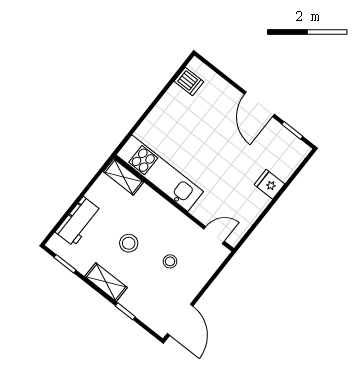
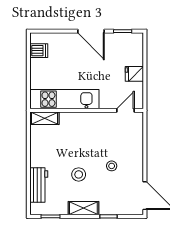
kitchen unit: (160, 173) -> (64, 99), moved
shelving: (123, 177) -> (45, 118), moved
wall: (174, 203) -> (87, 110), moved
door: (214, 235) -> (125, 110), moved

